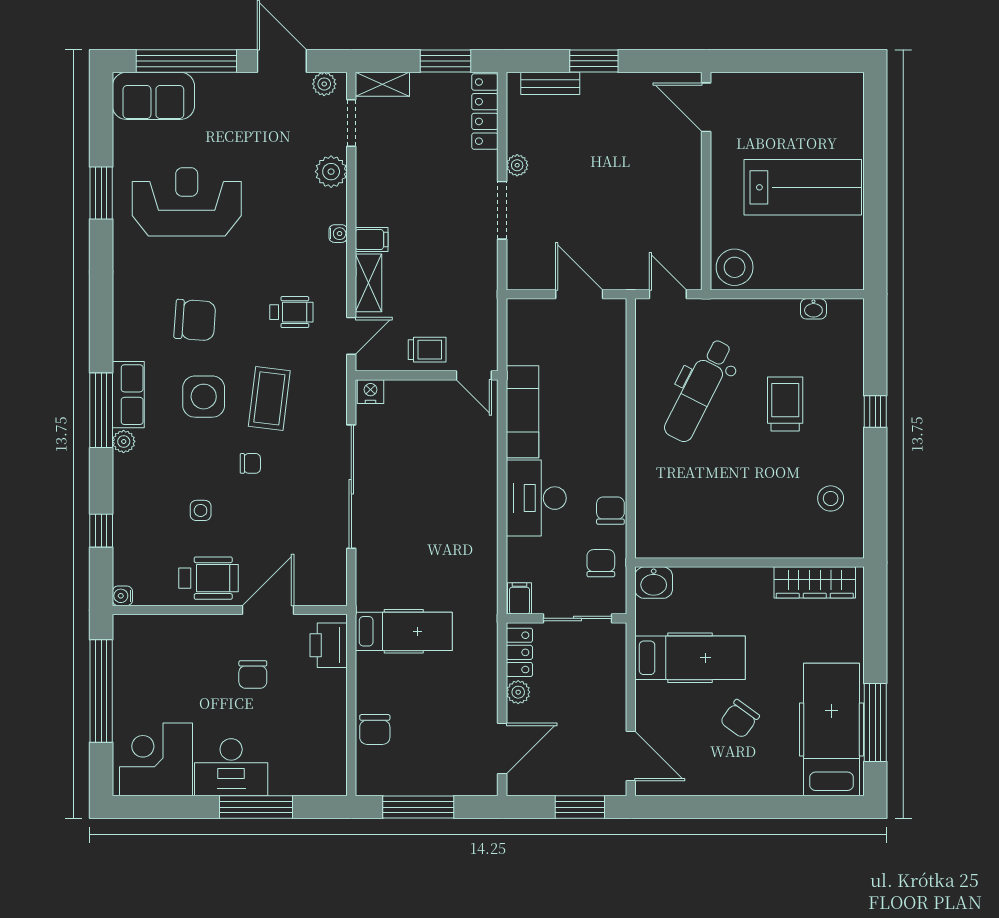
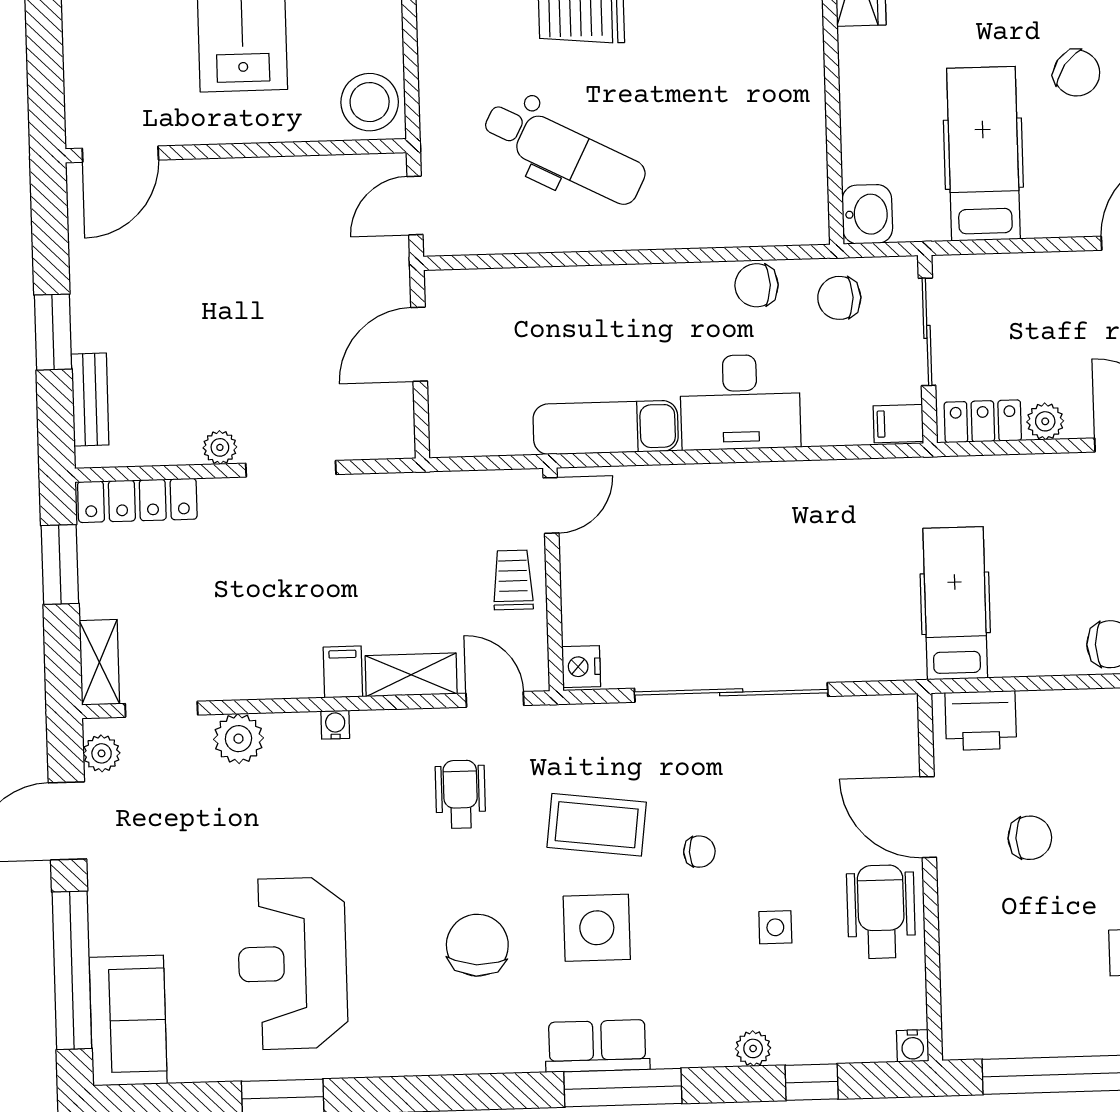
plant: (124, 441) -> (753, 1048), moved
chair: (250, 463) -> (699, 852), turned 90

